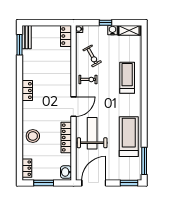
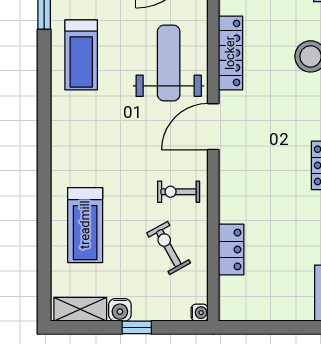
locker: (66, 36) -> (231, 249), moved
treadmill: (127, 78) -> (85, 225), moved
weight bench: (92, 133) -> (169, 63), turned 180
treadmill: (129, 137) -> (81, 55), width x0.73, depth x0.73

